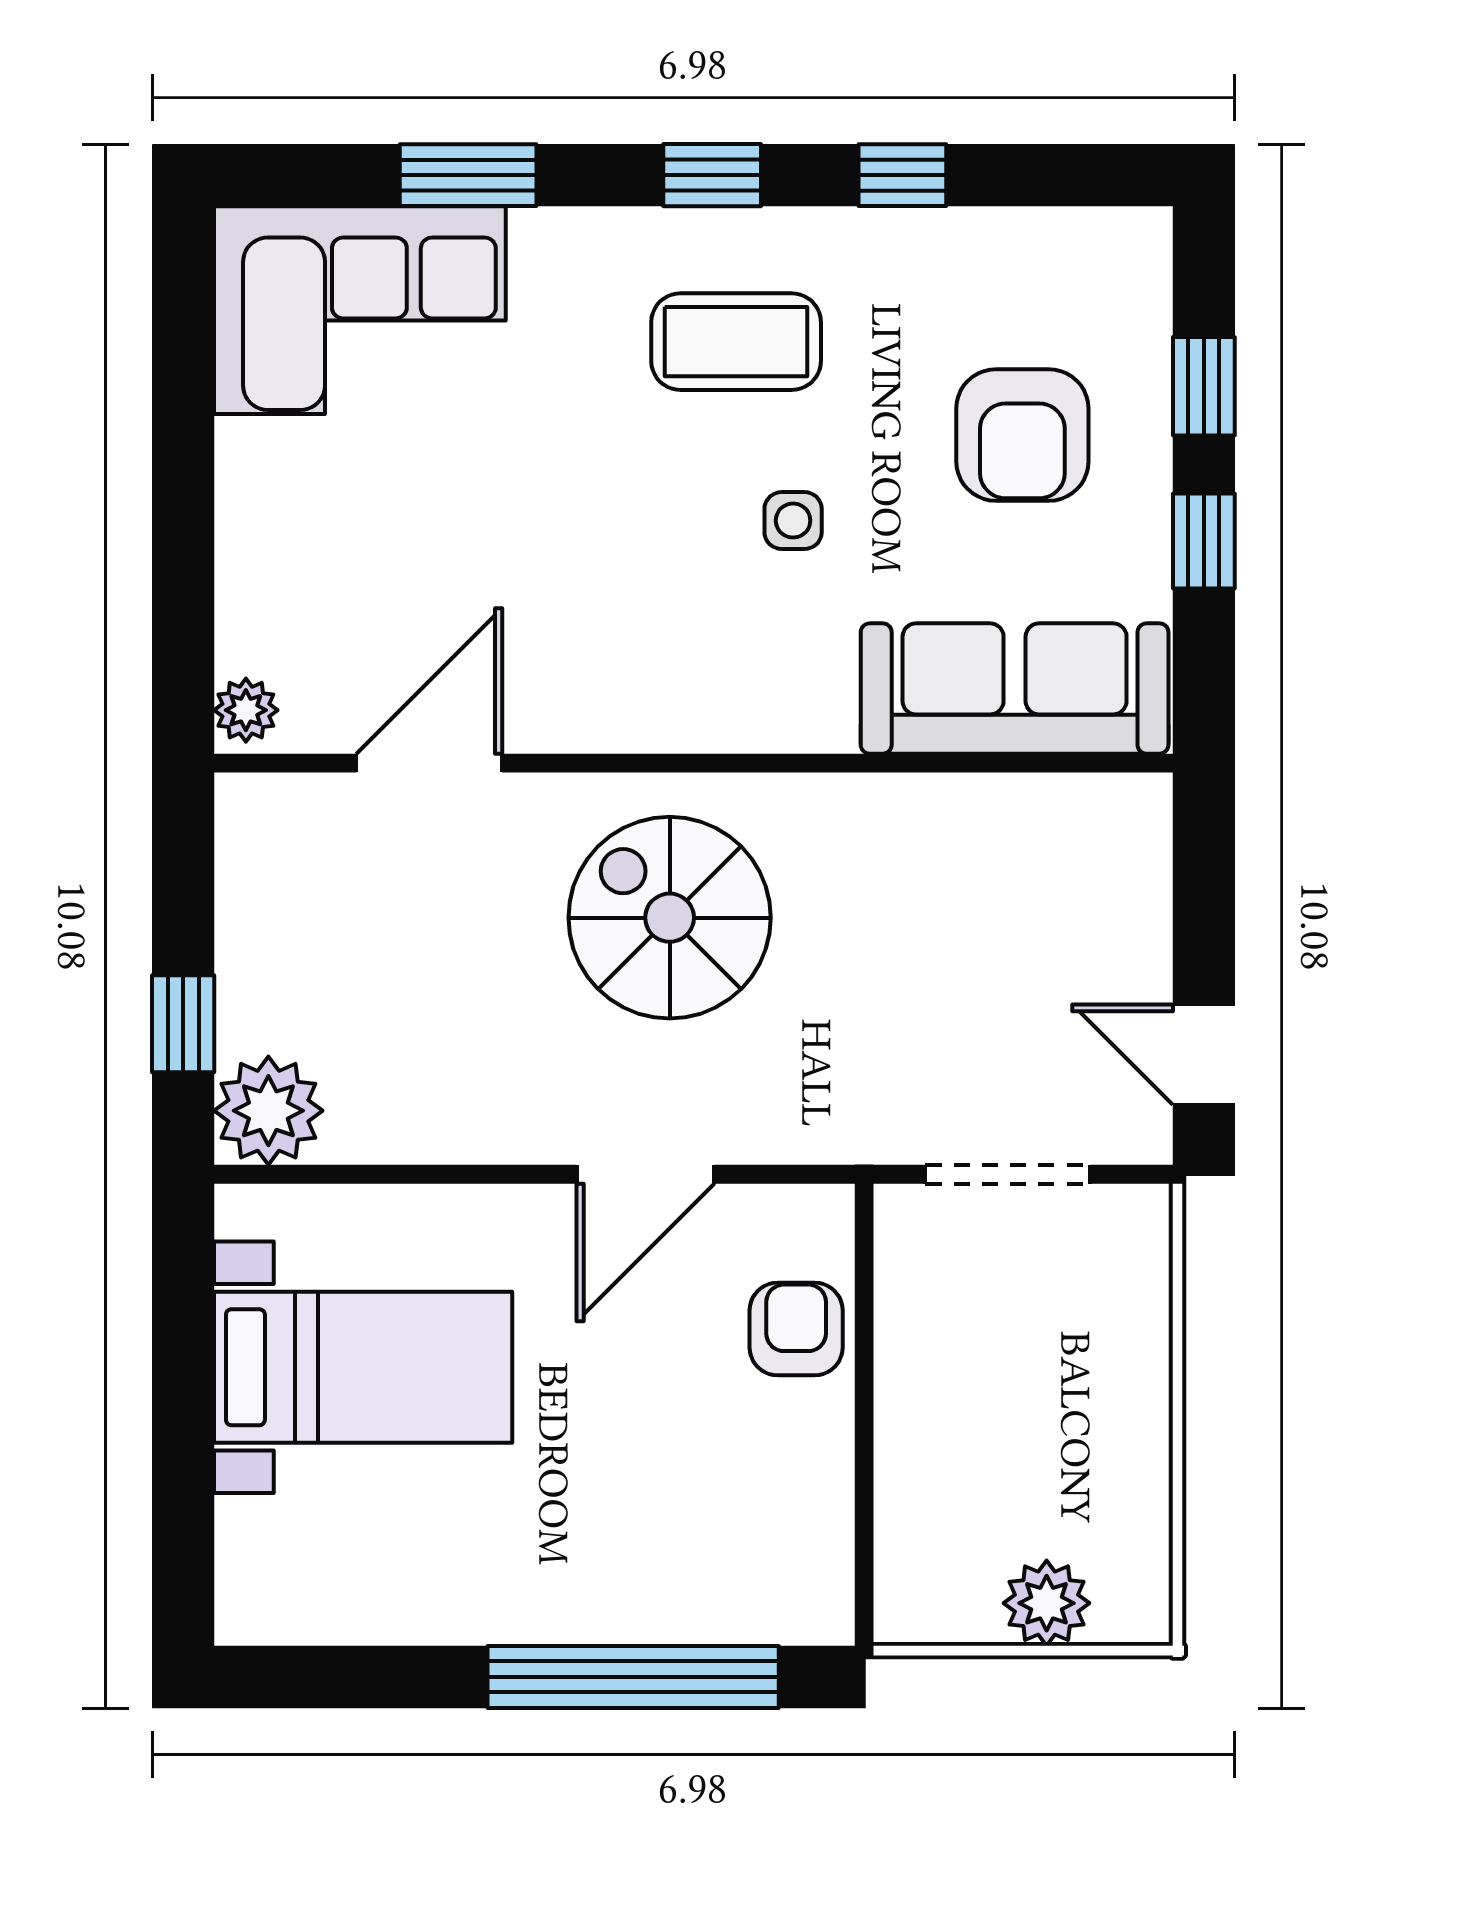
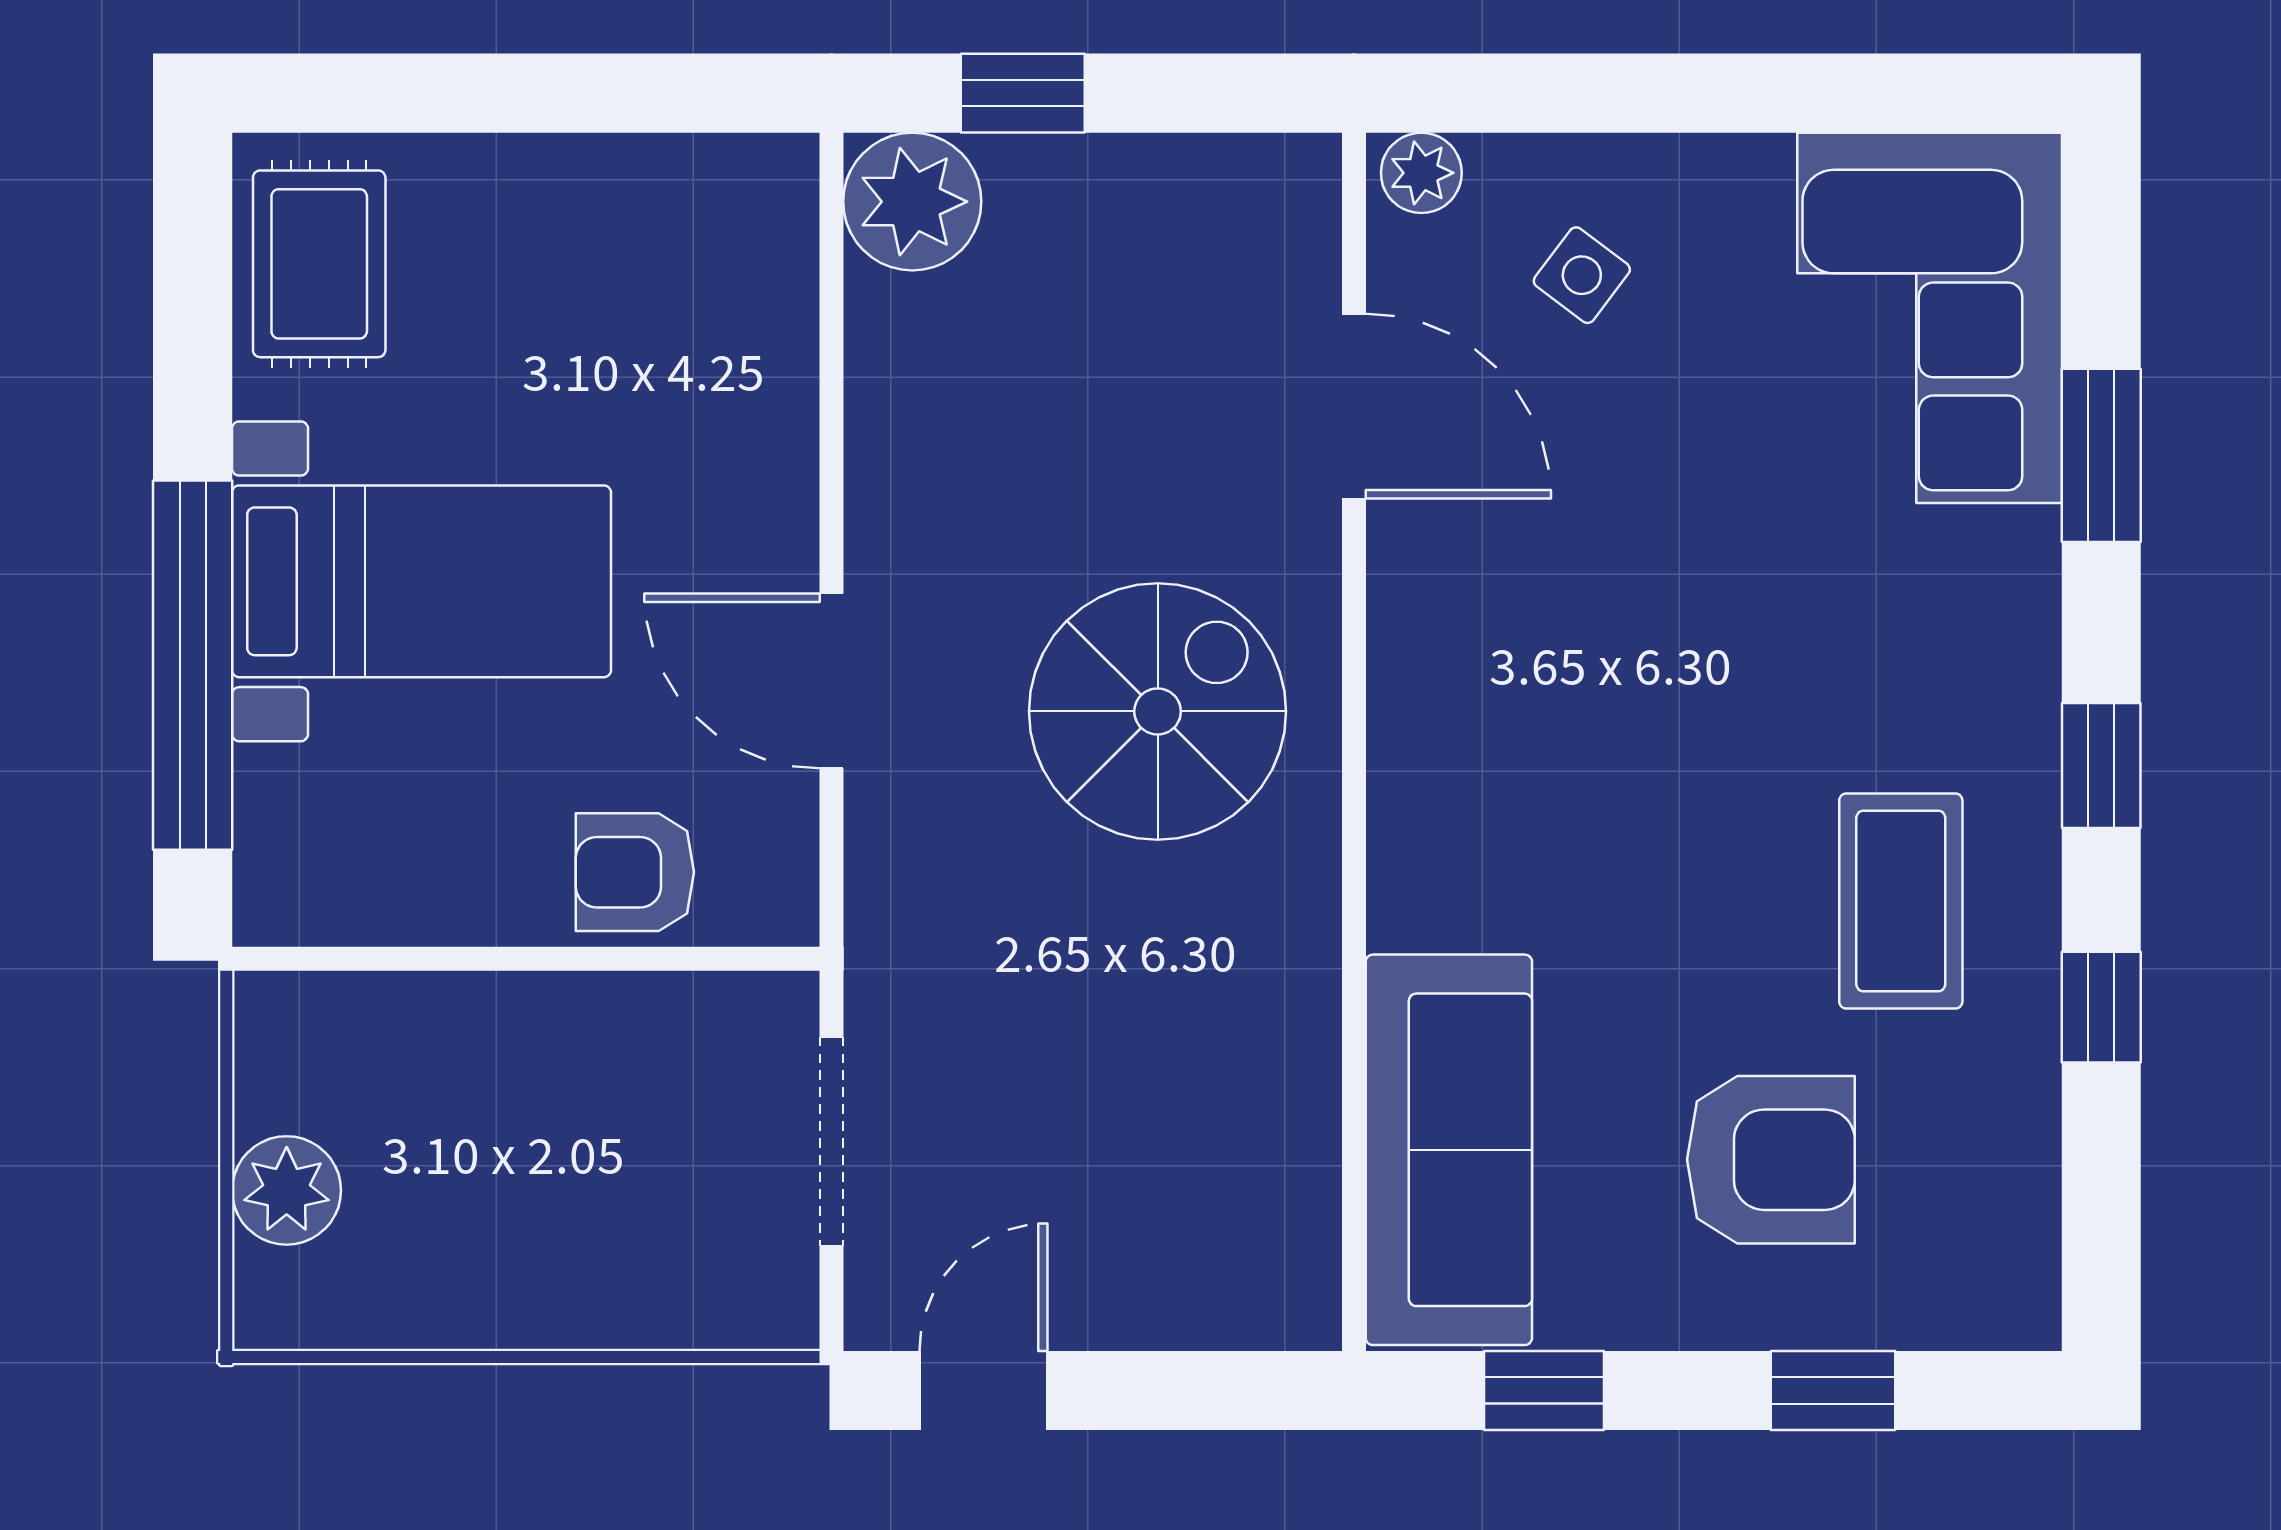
coffee table: (736, 342) -> (1901, 901), moved
armchair: (1022, 435) -> (1771, 1160), turned 180
side table: (793, 521) -> (1582, 275), moved, turned 37
window: (1204, 541) -> (1544, 1390), moved
armchair: (796, 1329) -> (635, 872), turned 180
bed with nightstands: (363, 1367) -> (421, 581), moved, turned -90
rug: (317, 1577) -> (319, 264), added

